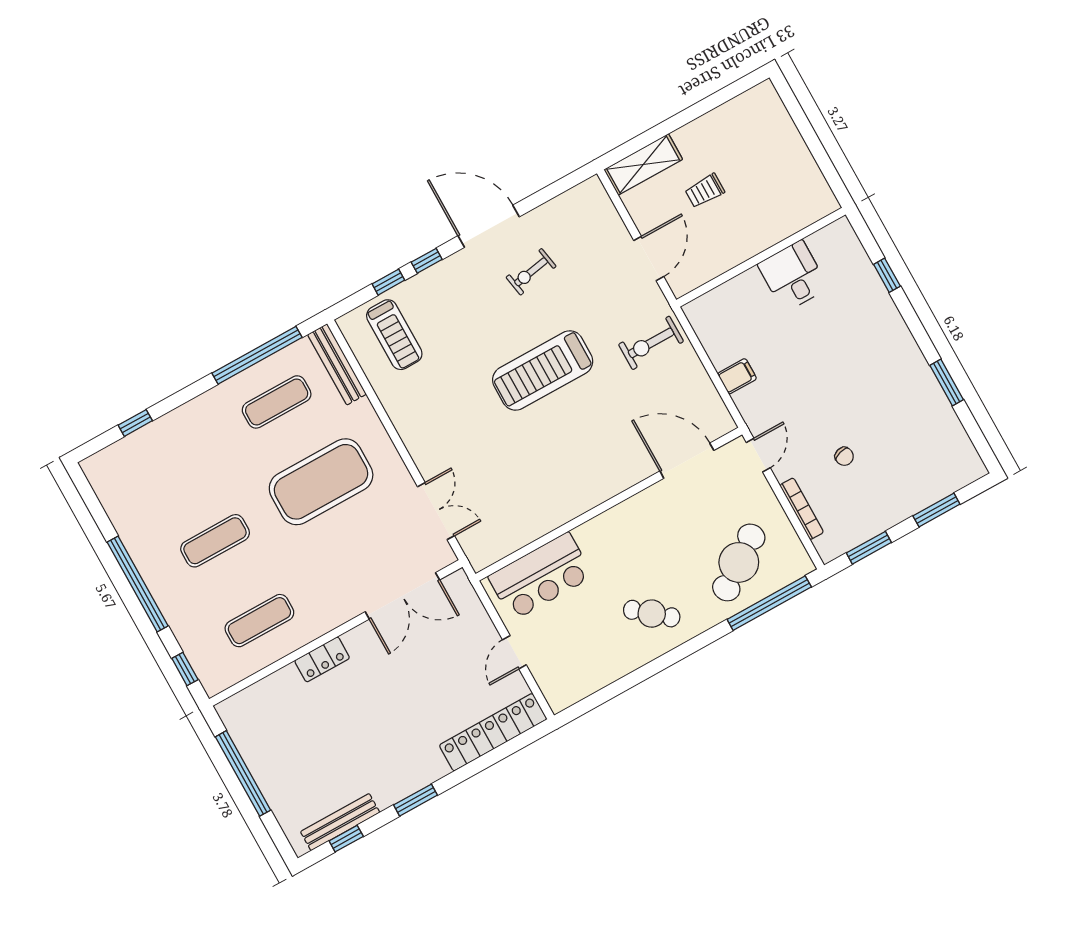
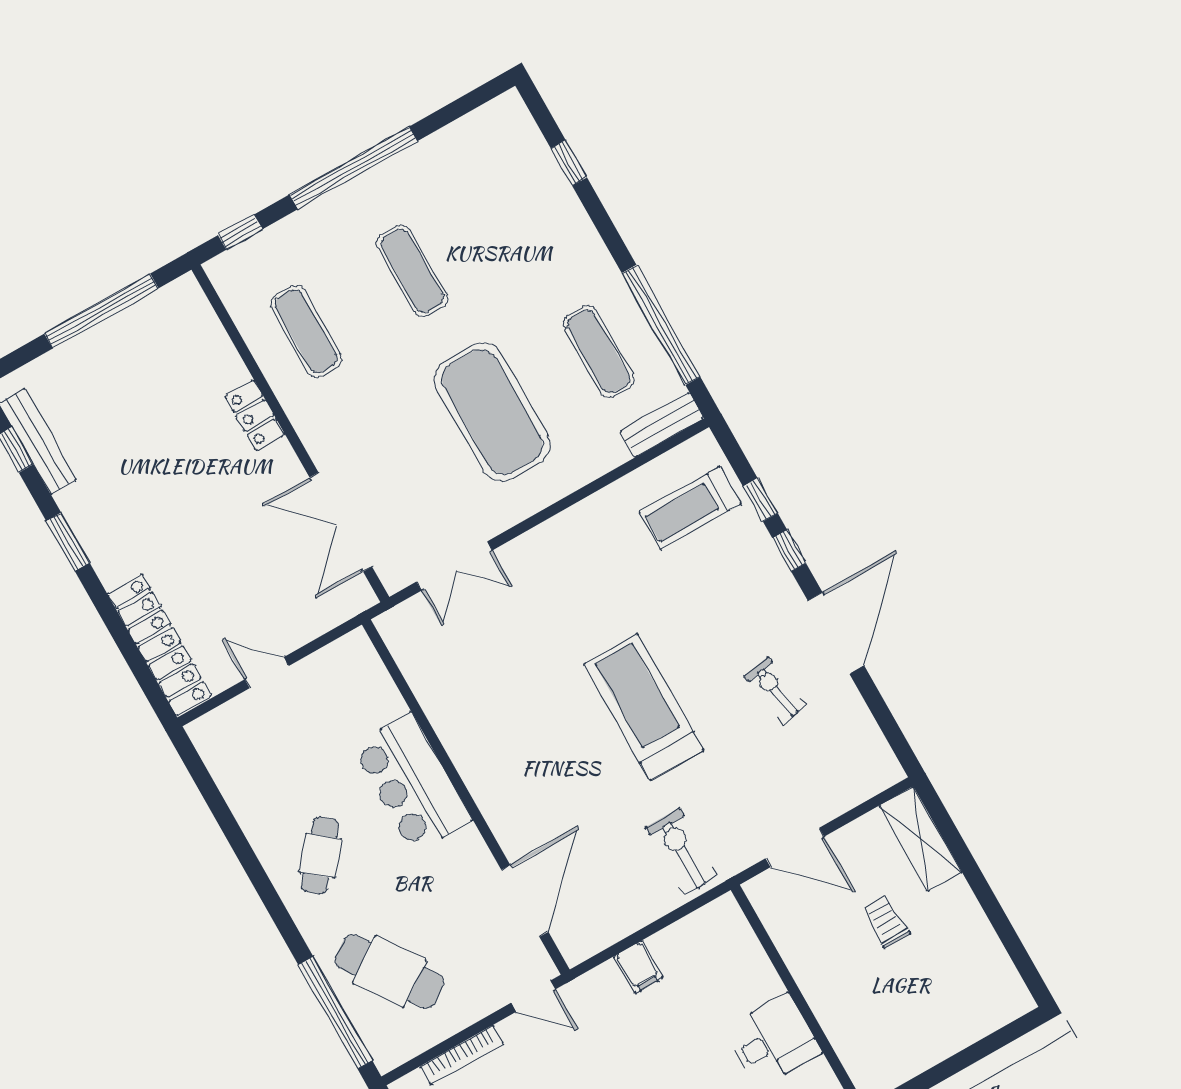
bench: (337, 364) -> (662, 425), width x0.73
bar counter: (541, 576) -> (412, 783), moved

